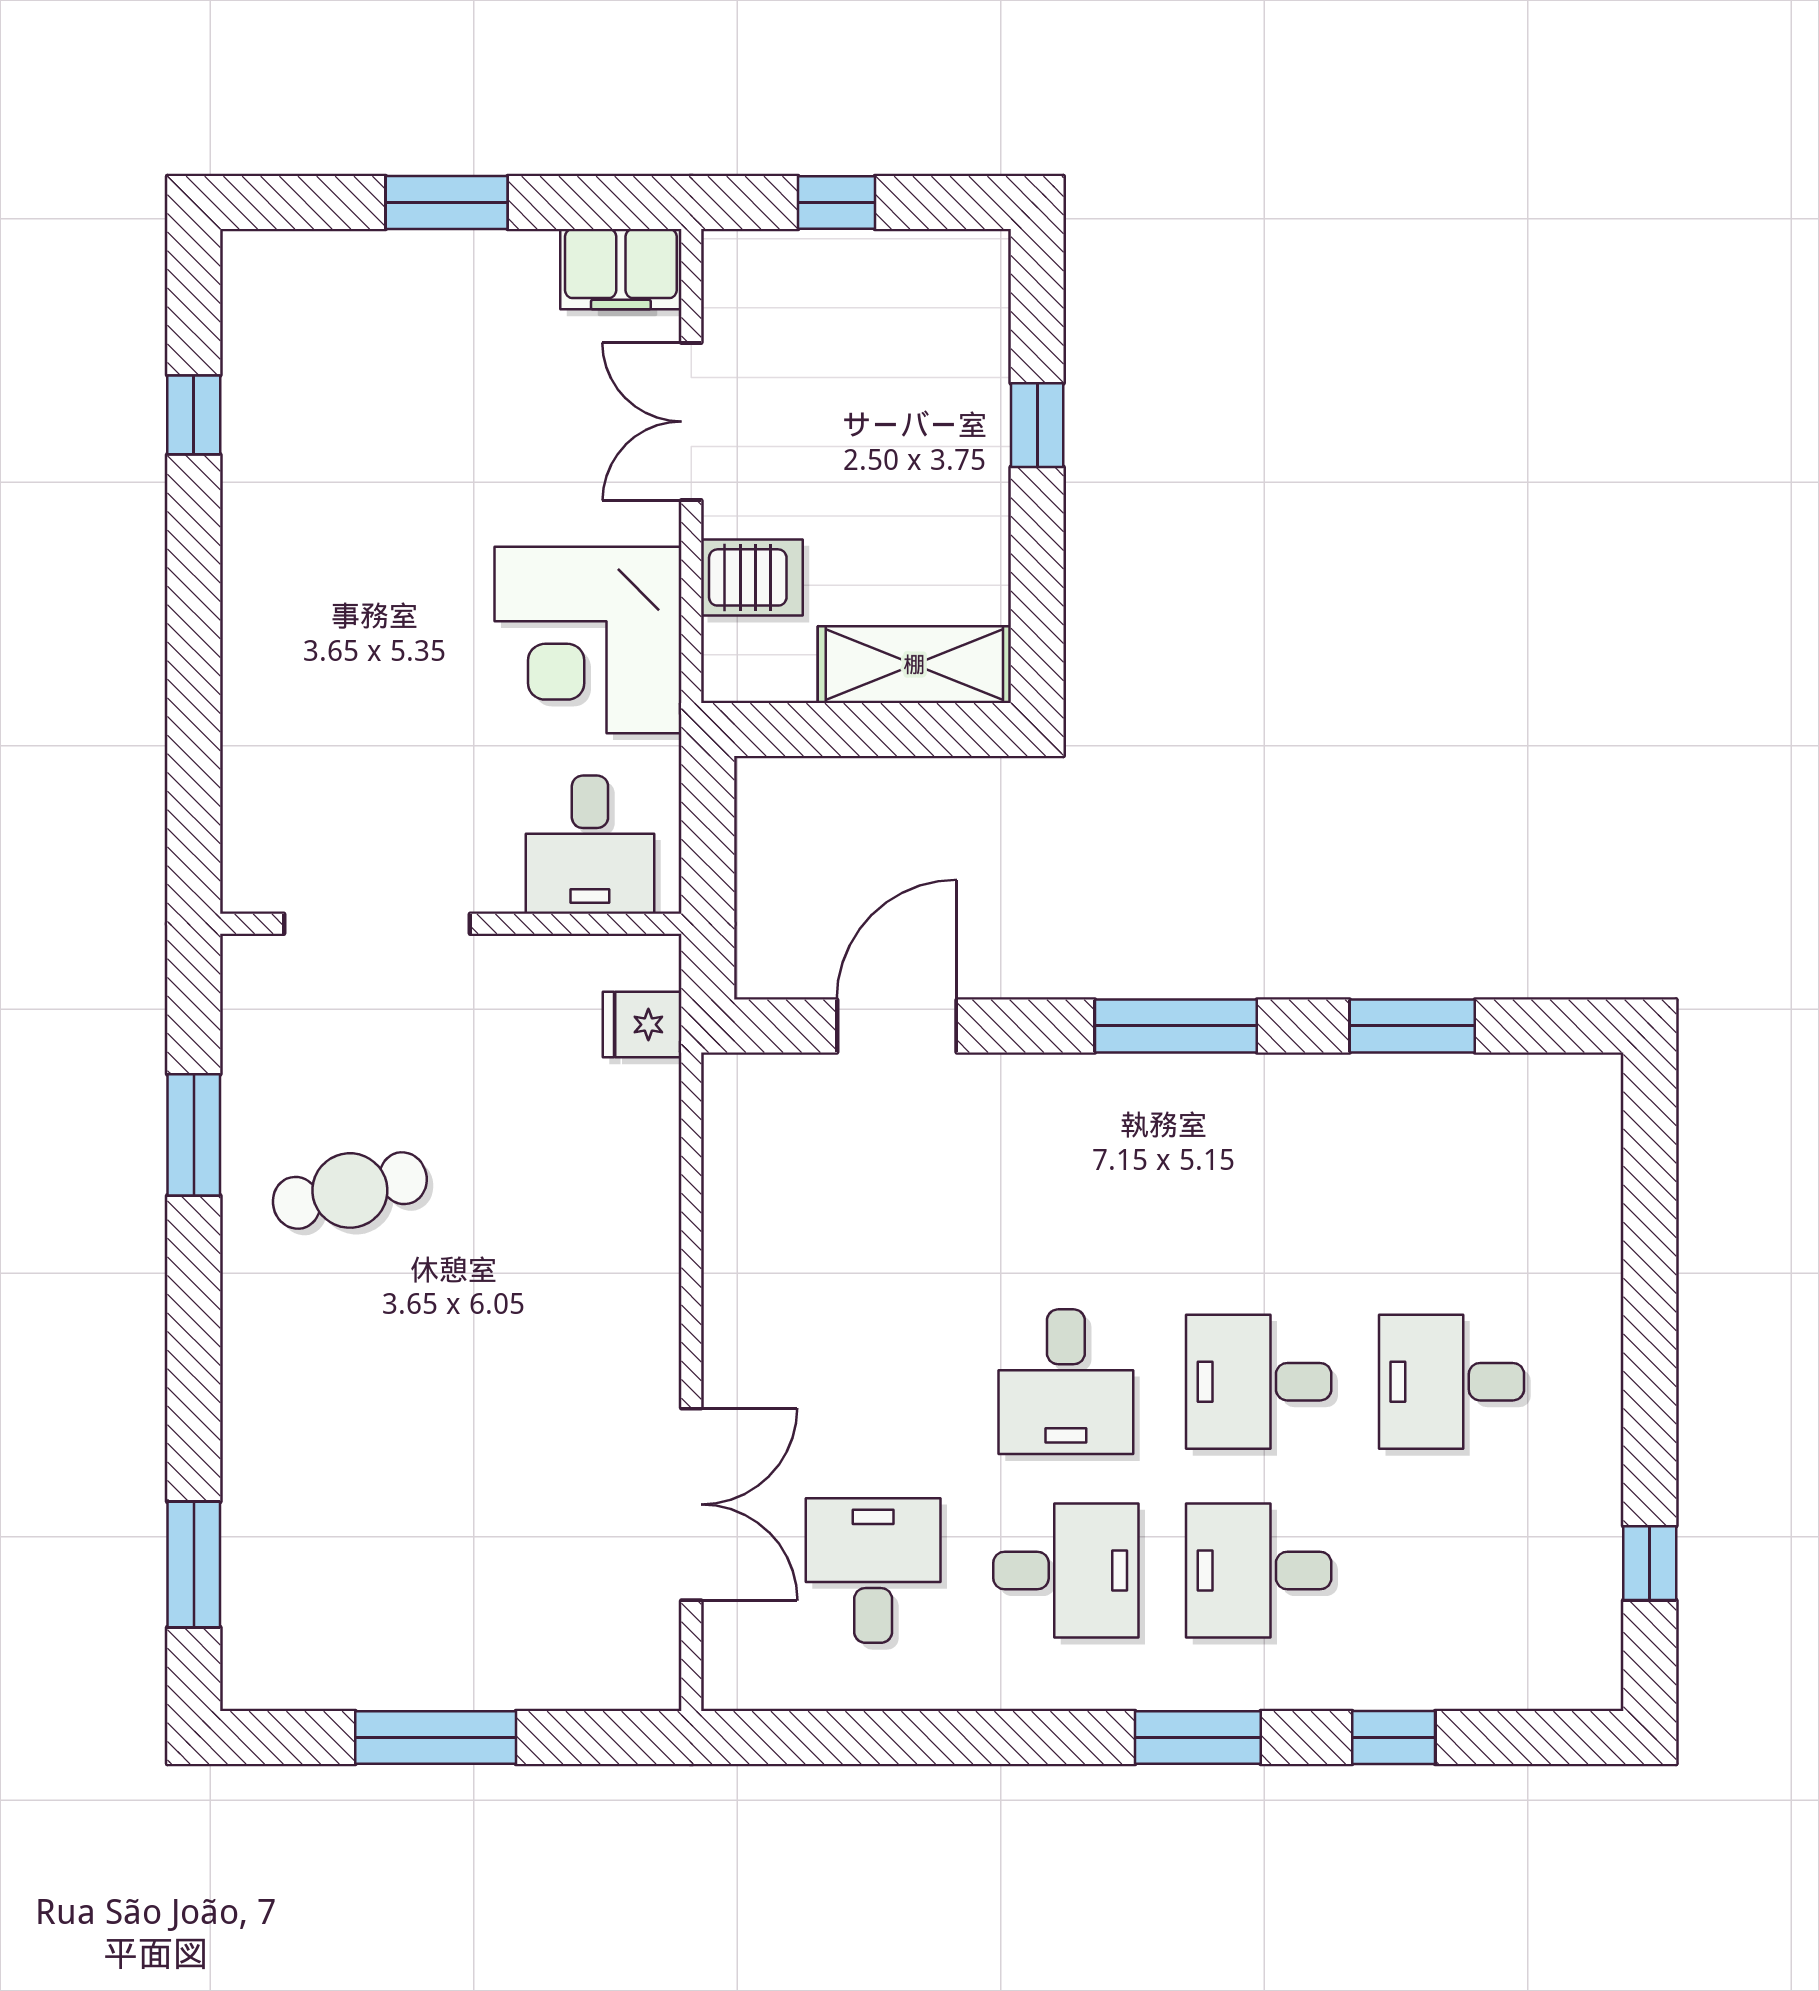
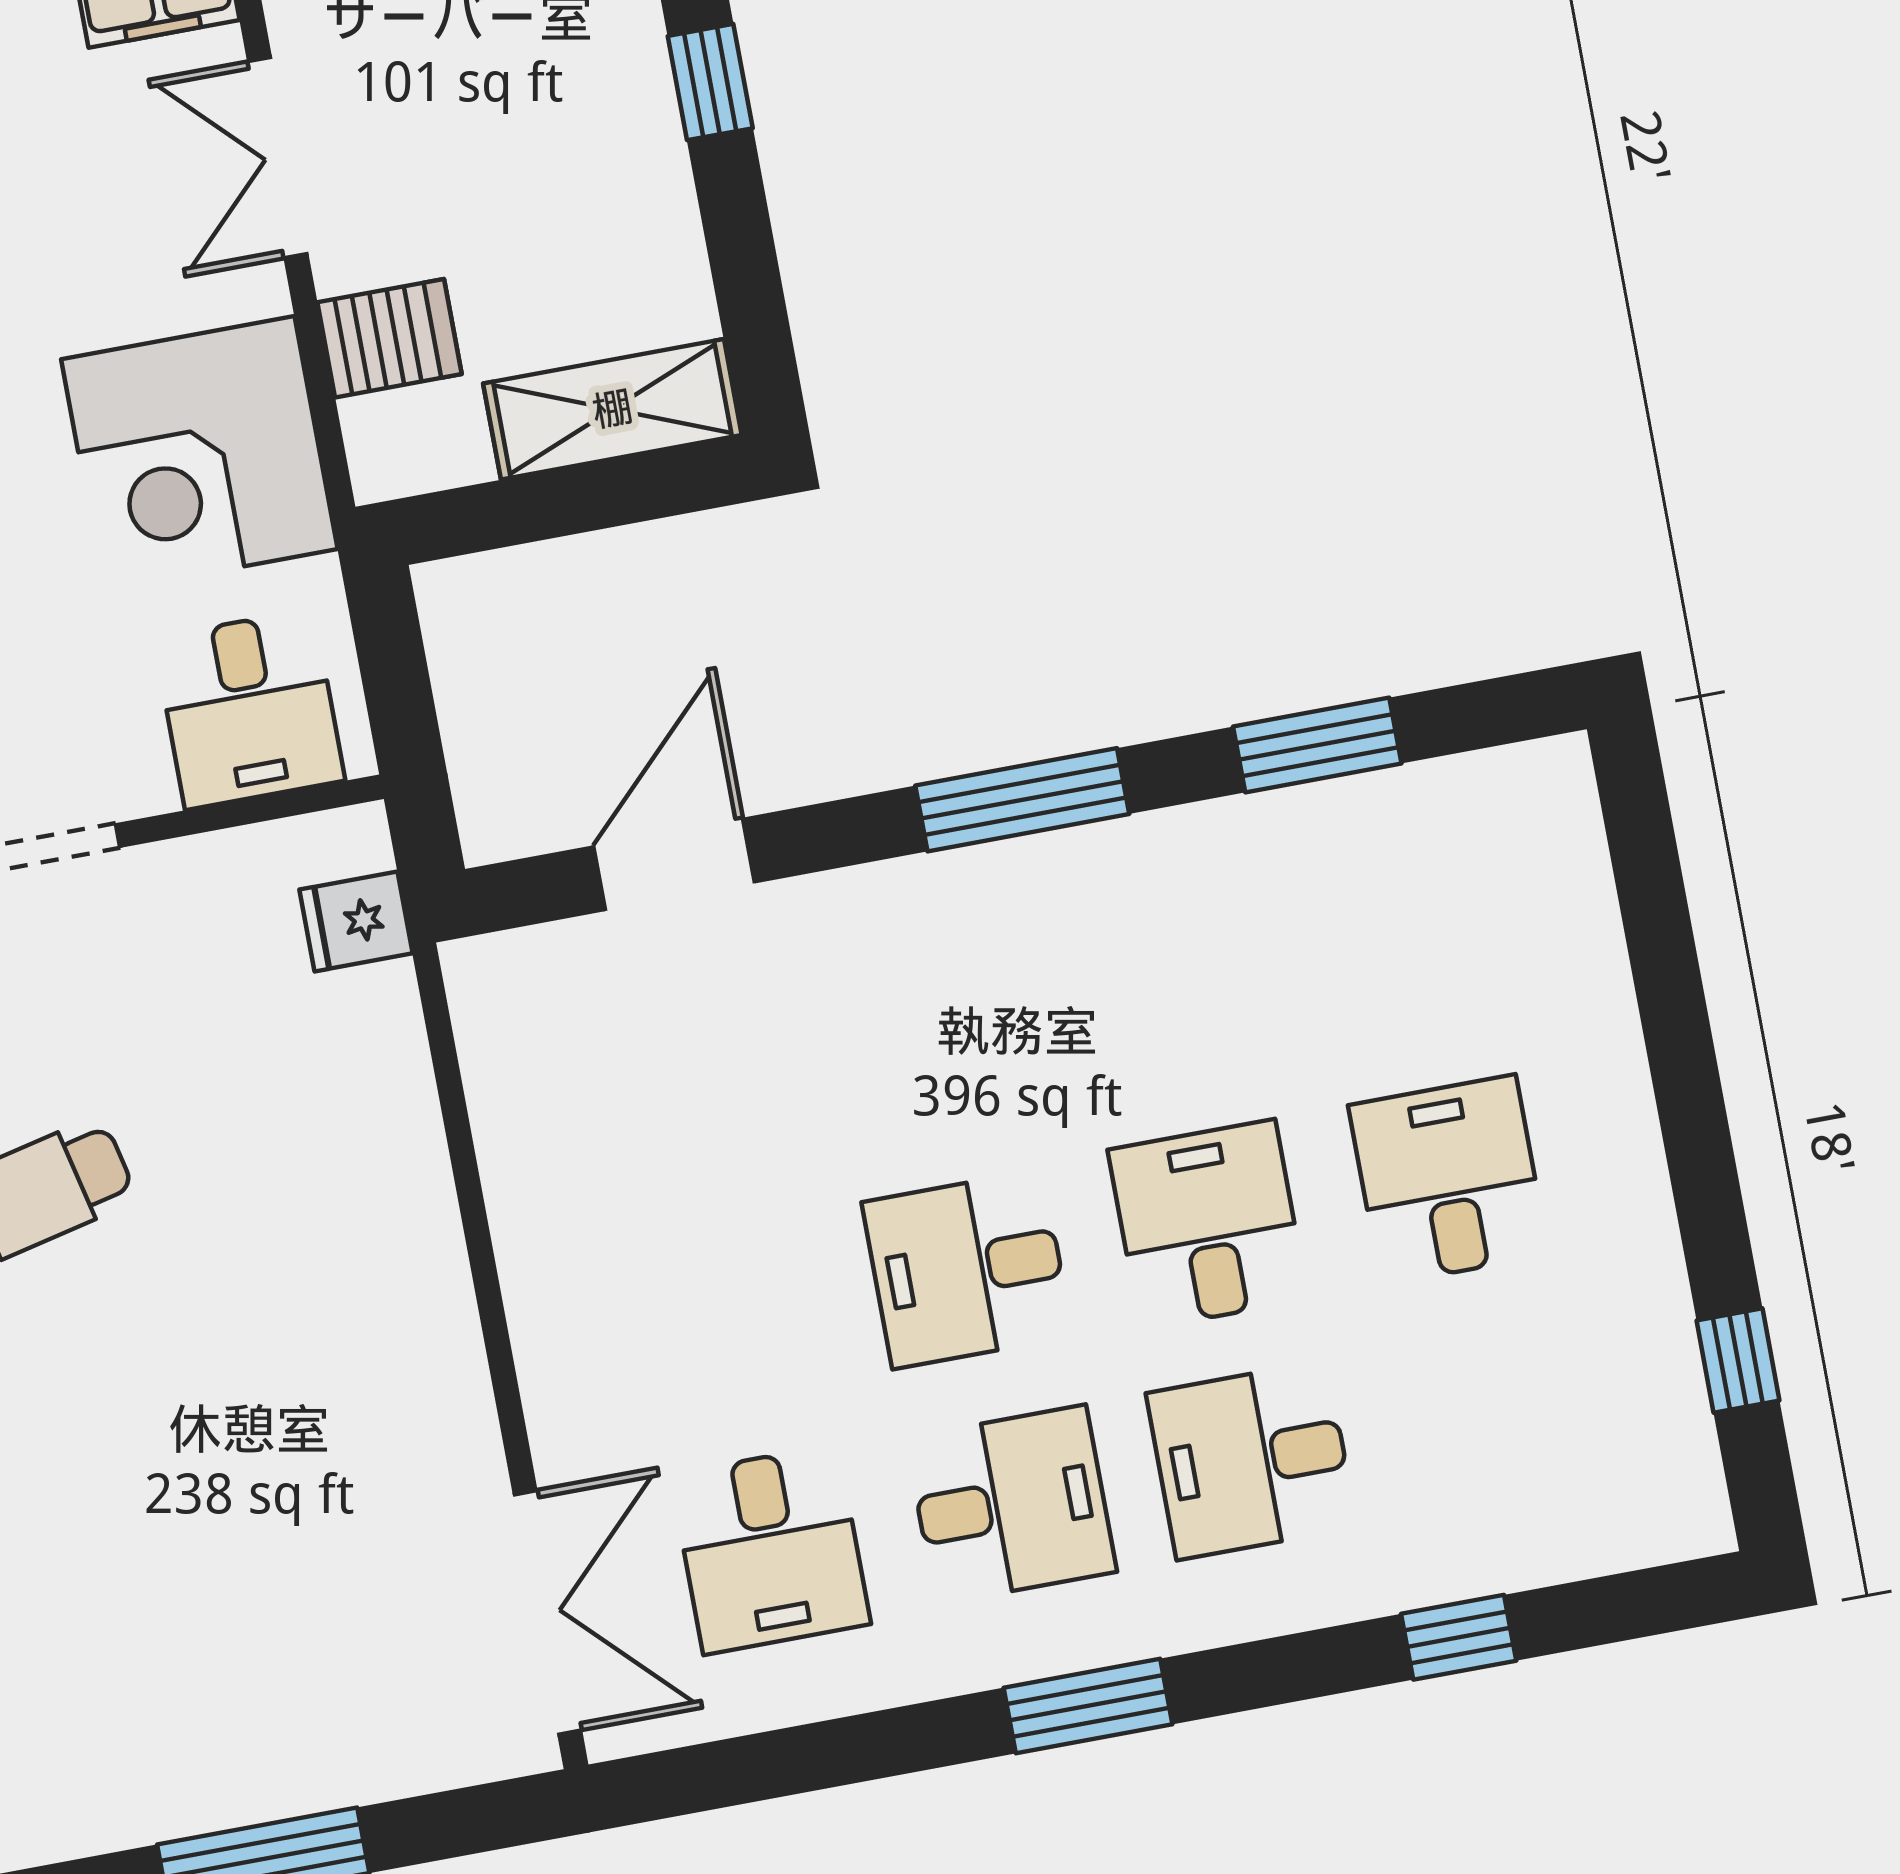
desk: (1066, 1382) -> (967, 1269), turned 90
desk: (1259, 1382) -> (1208, 1225), turned 90
desk: (1452, 1382) -> (1449, 1180), turned 90
double door: (691, 1504) -> (547, 1612), moved
desk: (873, 1570) -> (770, 1549), turned 180
window: (1198, 1737) -> (1088, 1706), moved

